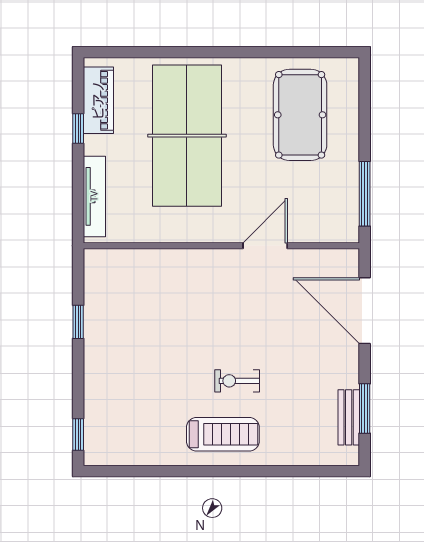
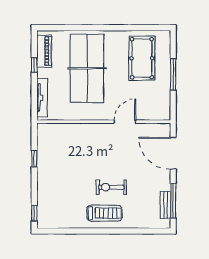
window: (365, 194) -> (173, 75), moved
exercise bike: (237, 381) -> (111, 187), width x1.38, depth x1.39
window: (365, 408) -> (173, 201), width x1.44

